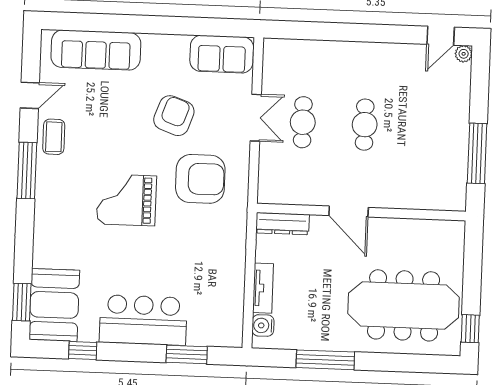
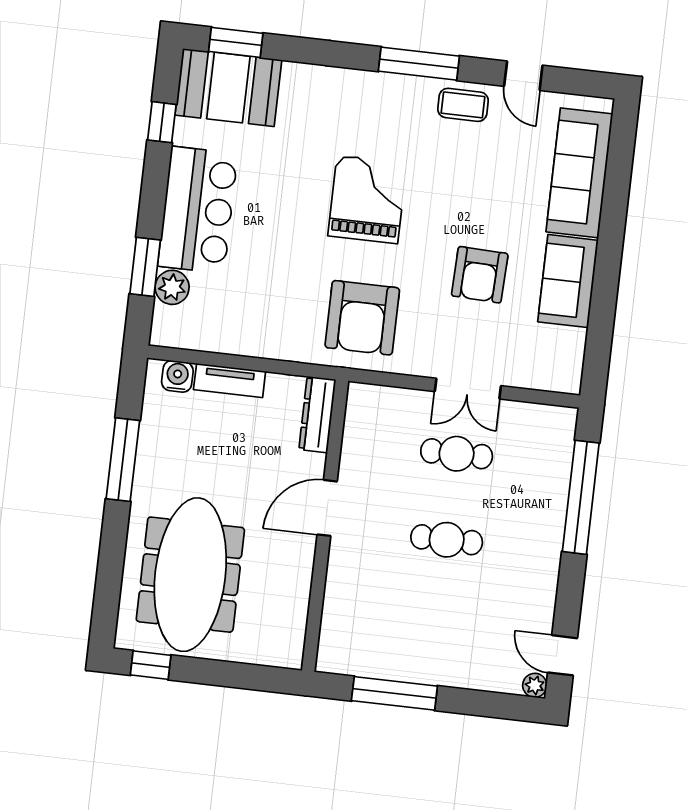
window: (327, 31) -> (581, 497), added
sofa: (222, 54) -> (568, 281), moved
armchair: (174, 116) -> (480, 275), turned 72
armchair: (200, 179) -> (362, 318), moved
plant: (200, 334) -> (172, 287), added

